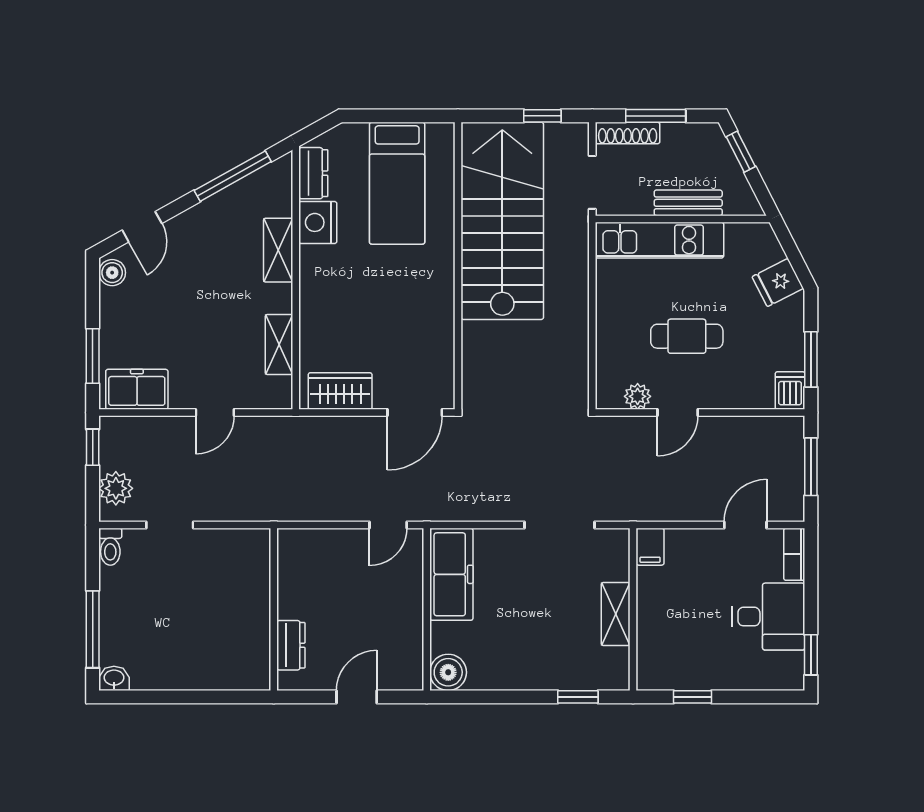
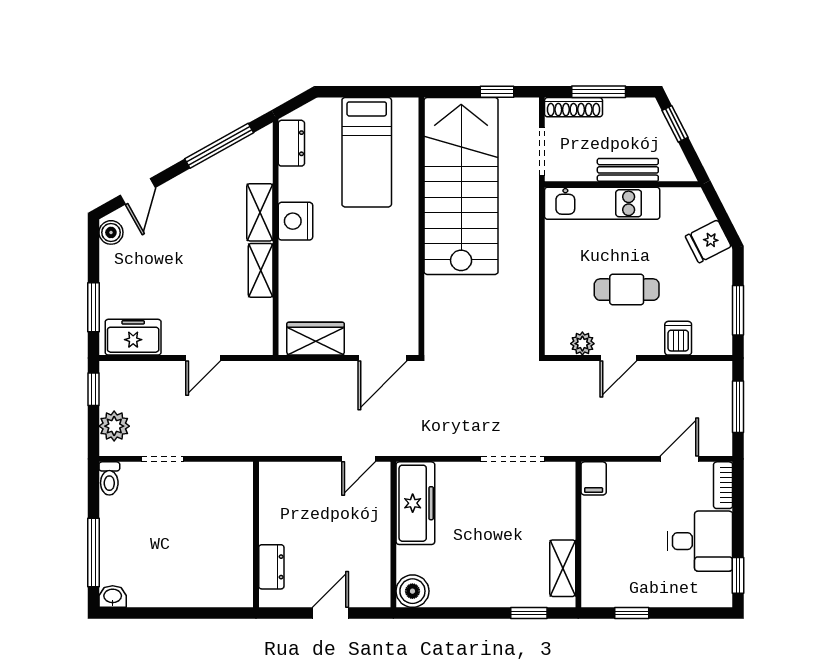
nightstand: (318, 222) -> (295, 221), moved
shelving: (279, 344) -> (261, 270), moved
dishwasher: (790, 390) -> (678, 338), moved
shelving: (616, 614) -> (563, 568), moved

